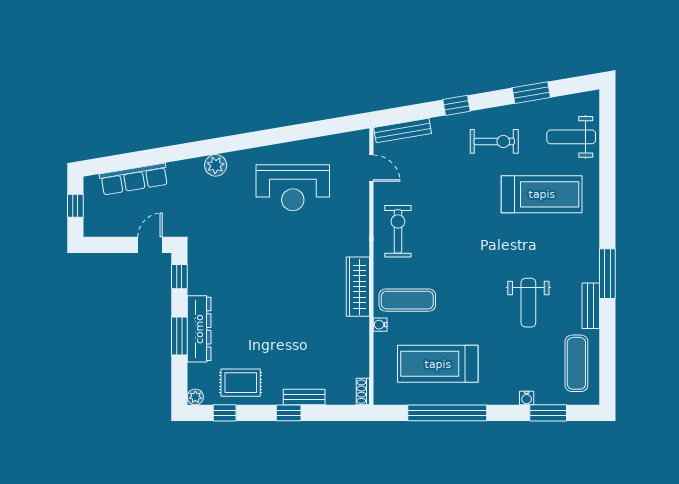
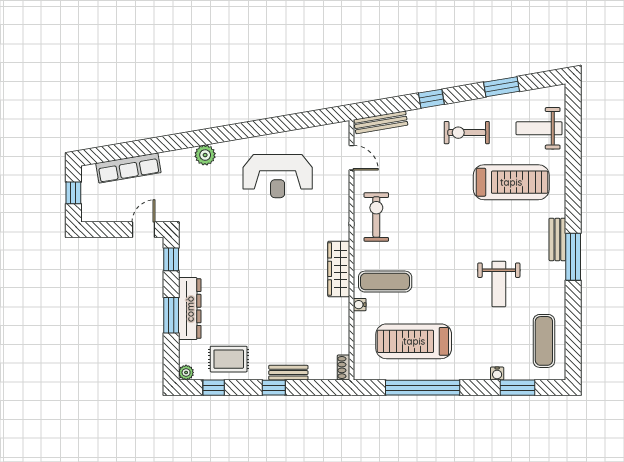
exercise bike: (494, 141) -> (467, 133), turned 180
bench: (591, 306) -> (557, 239), moved

